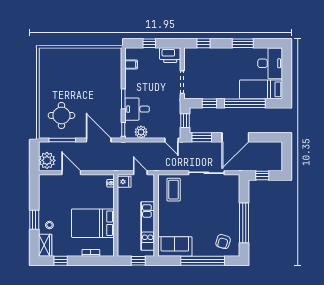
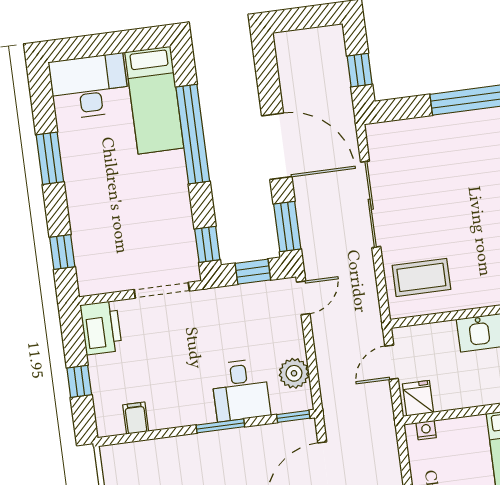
window: (209, 103) -> (207, 244), moved

